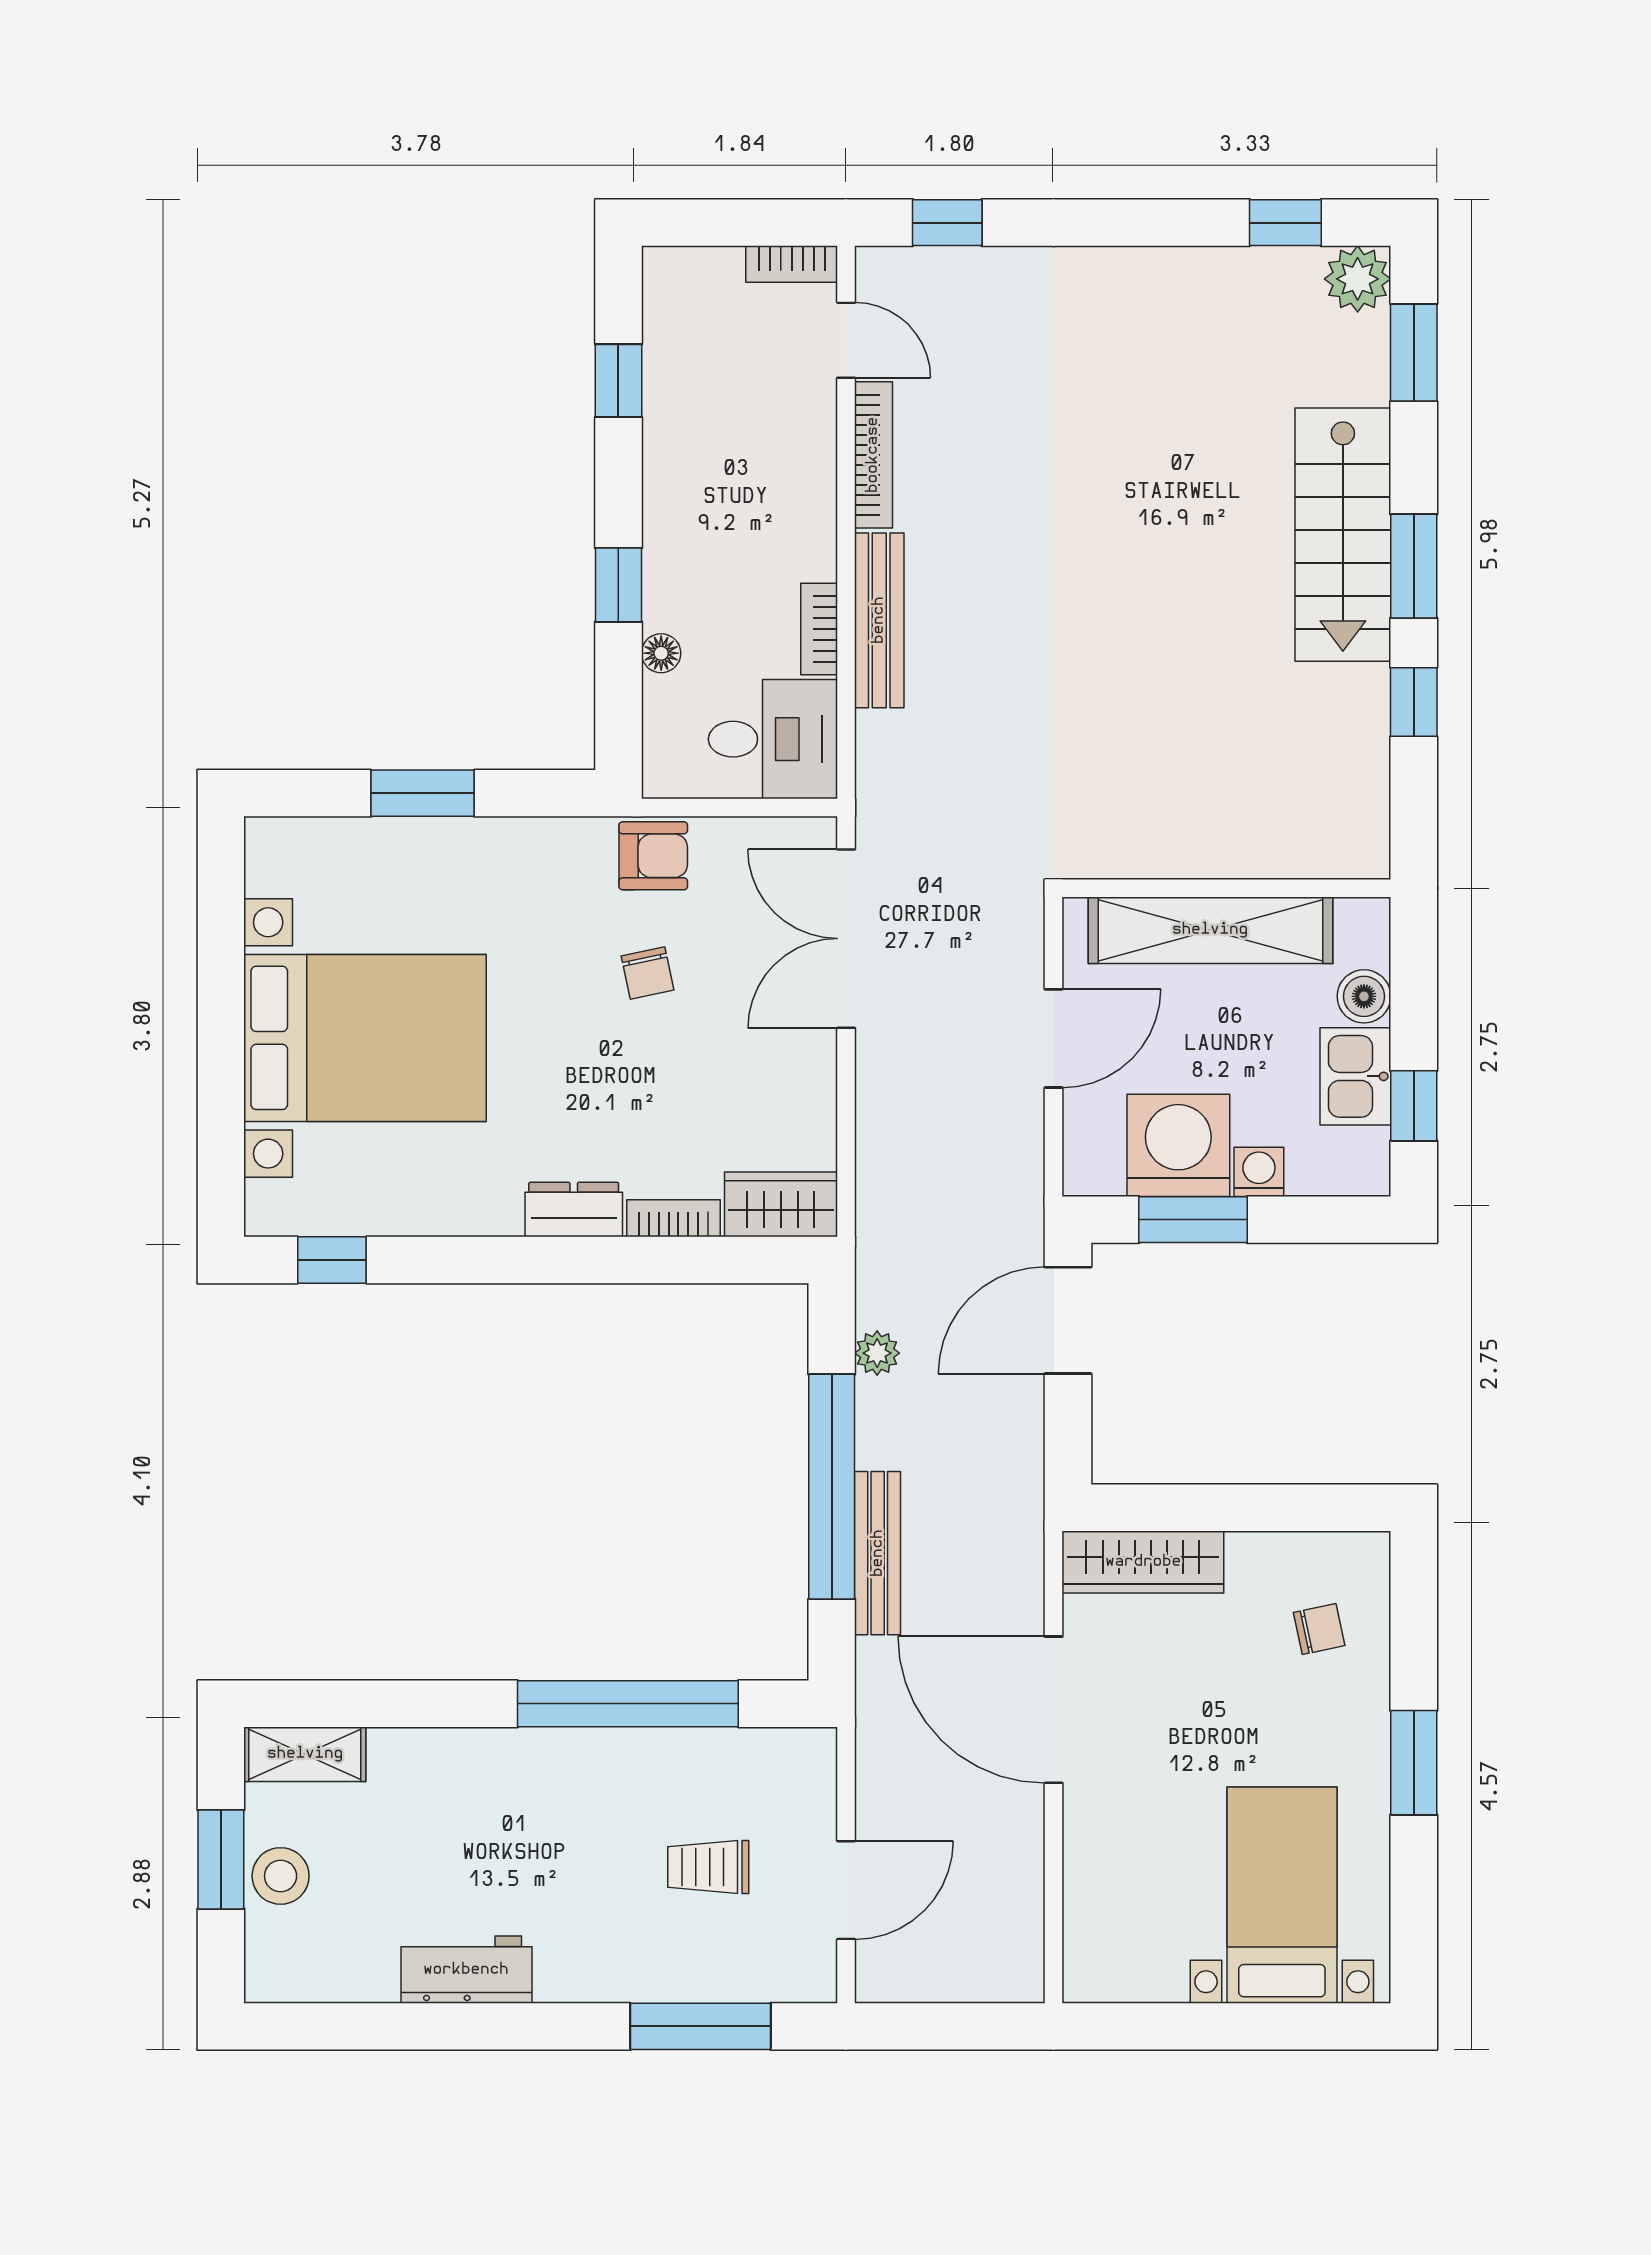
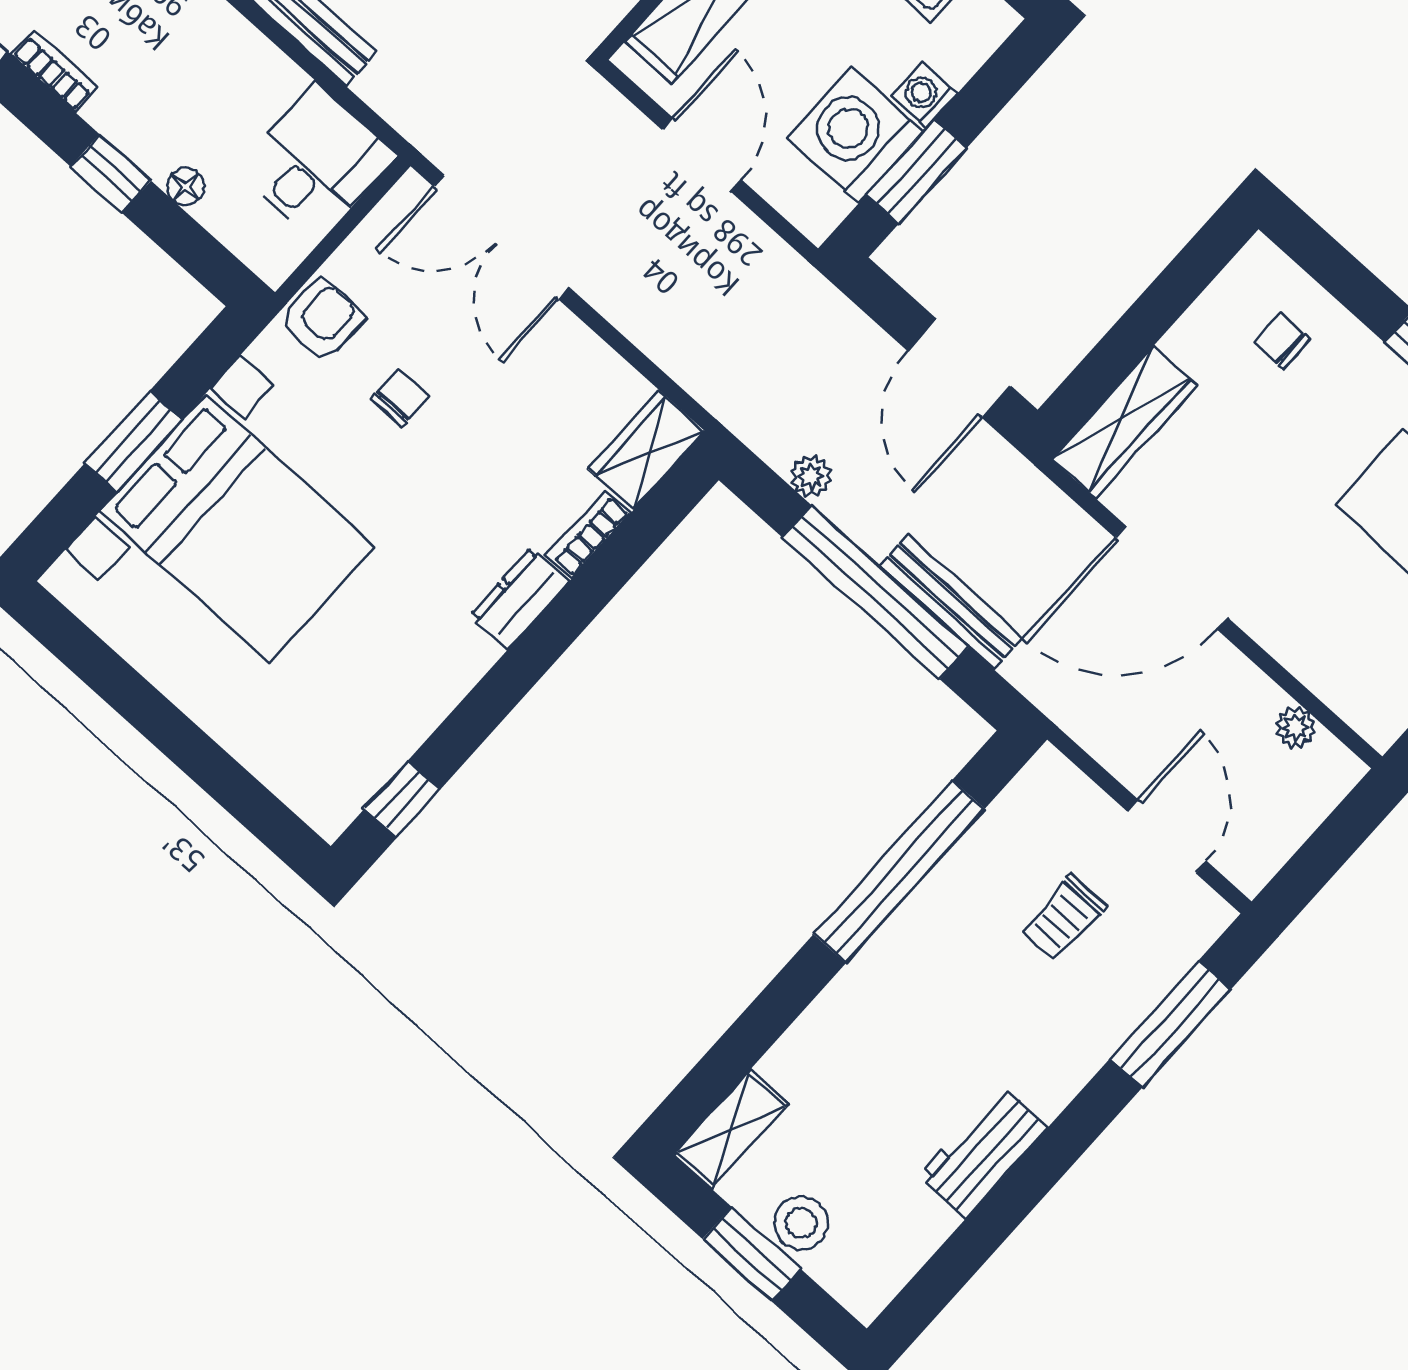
bookcase: (819, 629) -> (55, 71), moved, turned 180
chair: (648, 973) -> (400, 398), turned -78
bed with nightstands: (365, 1038) -> (237, 529), moved, turned 90
door: (1068, 1320) -> (959, 368), moved
chair: (1319, 1629) -> (1282, 341), turned -78
plant: (1023, 1914) -> (1295, 728), added

